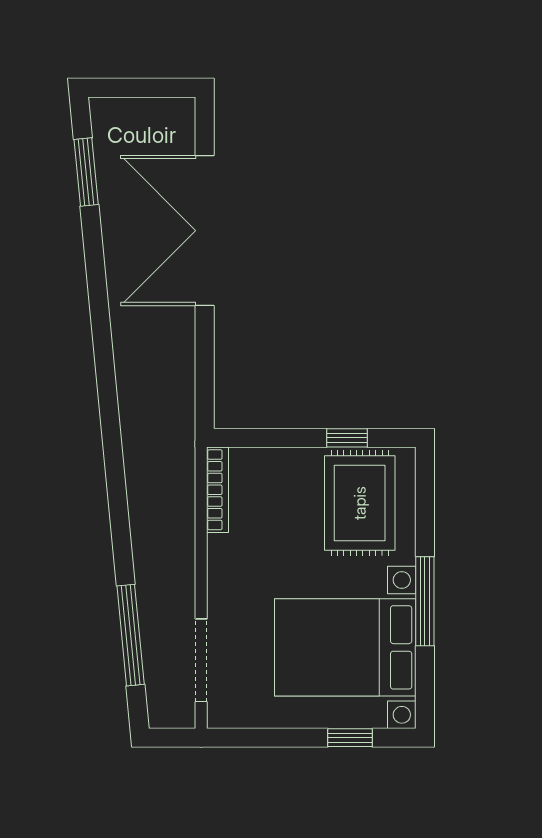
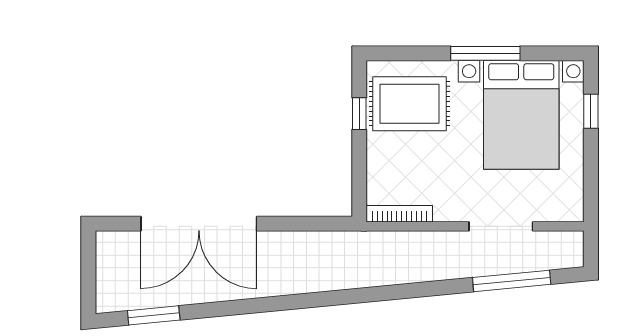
doorway: (201, 660) -> (501, 226), moved

